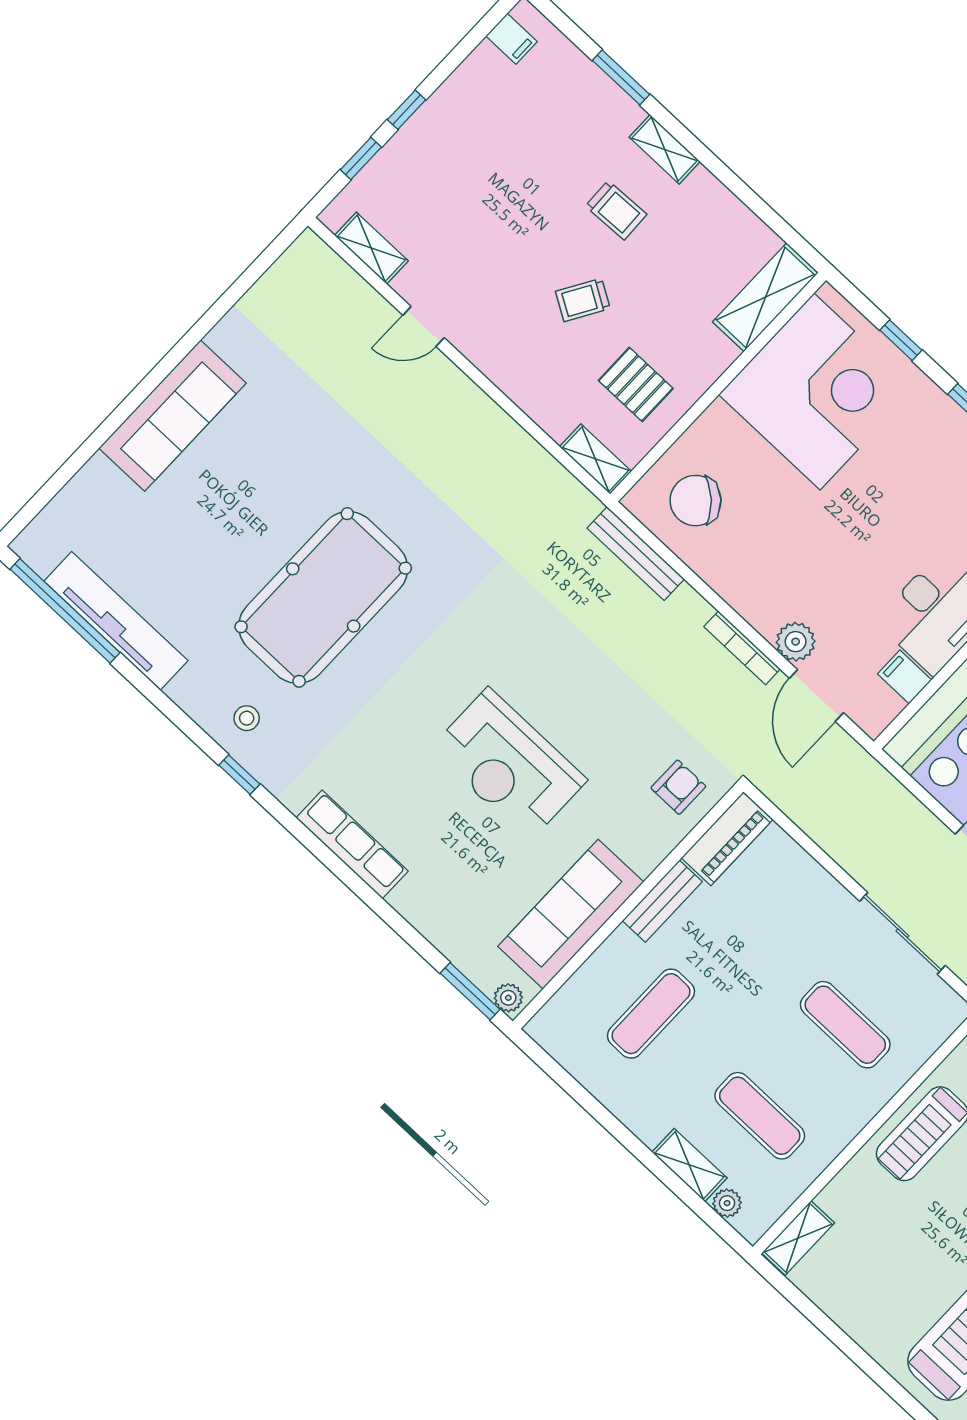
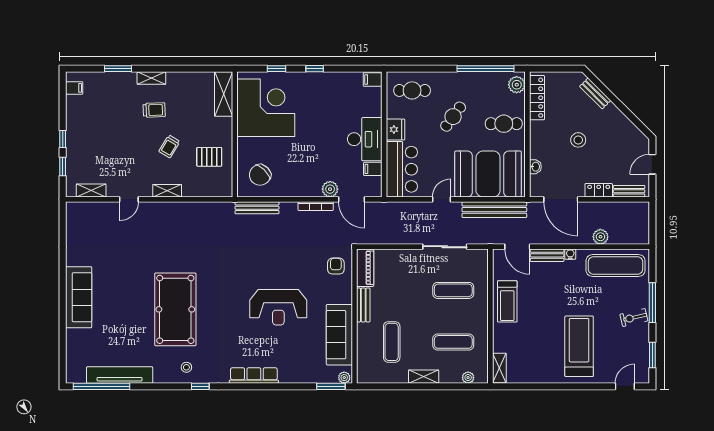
shelving: (595, 459) -> (167, 191), moved
shelving: (689, 1165) -> (424, 377), moved

